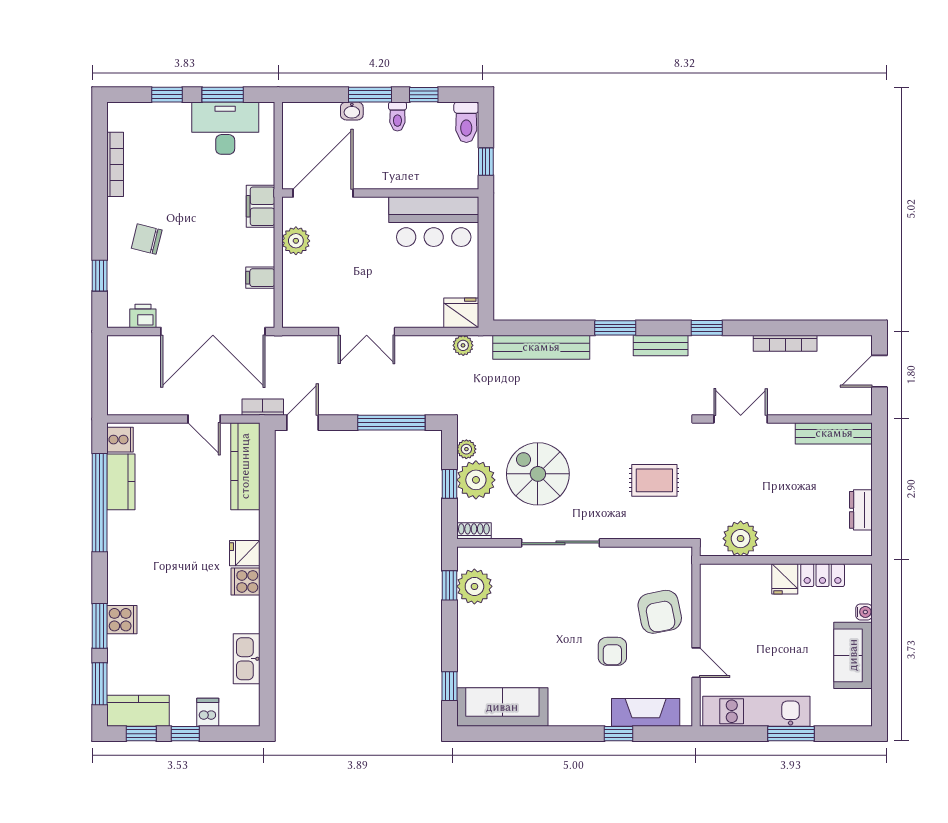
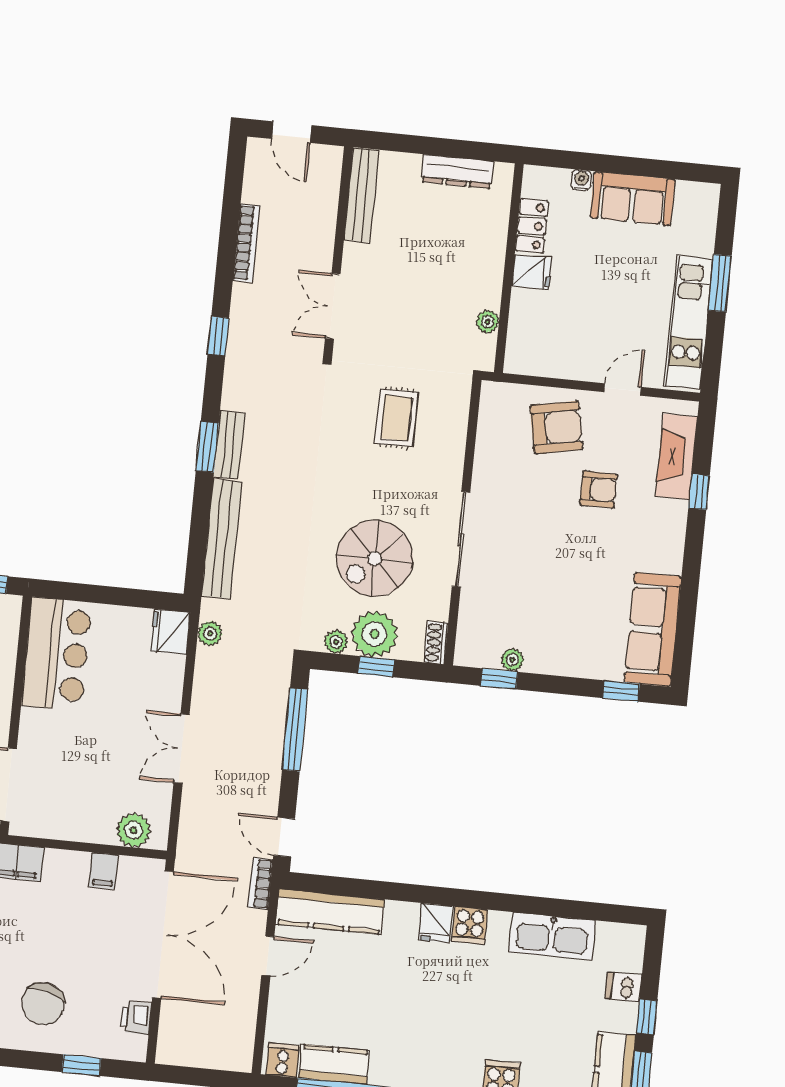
chair: (147, 239) -> (43, 1004), width x1.37, depth x1.37
plant: (296, 241) -> (134, 830), moved
double door: (367, 332) -> (182, 749), swing flipped
bench: (661, 346) -> (229, 445), moved
dresser: (861, 510) -> (457, 171), width x1.44
plant: (741, 539) -> (488, 322), width x0.53, depth x0.53
plant: (474, 586) -> (512, 660), width x0.53, depth x0.53
kitchen sink: (247, 659) -> (552, 936), width x1.36, depth x1.24

